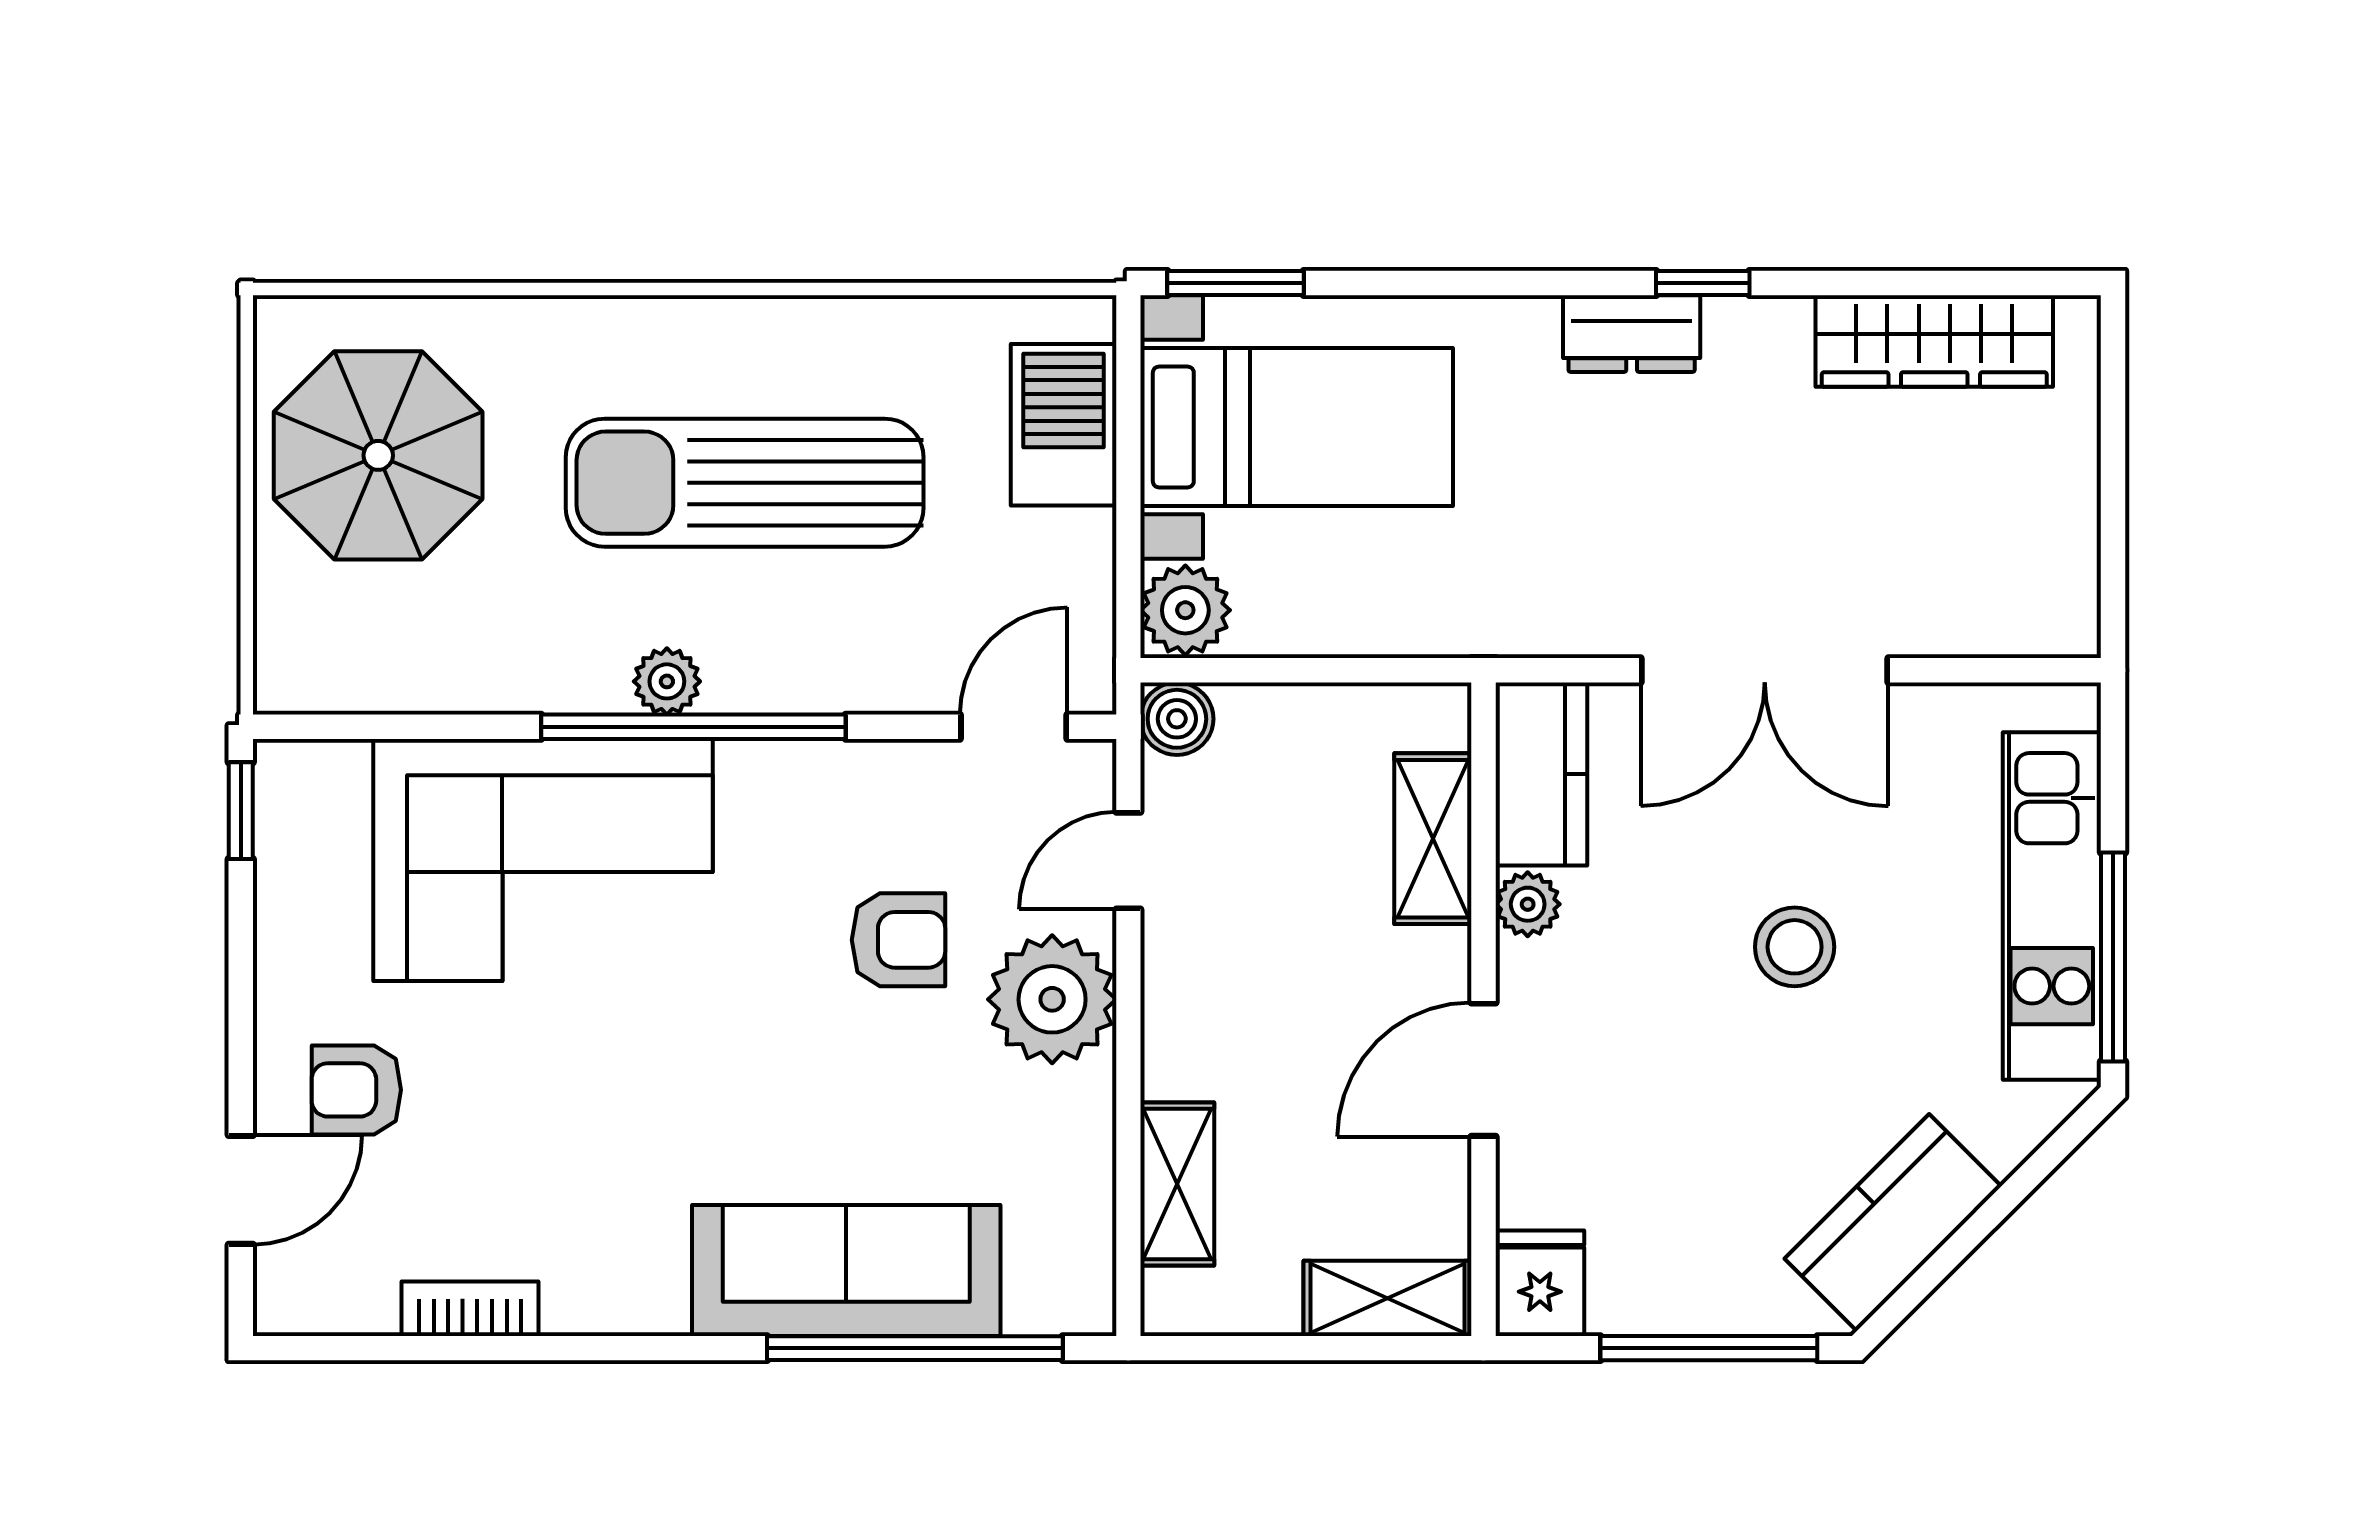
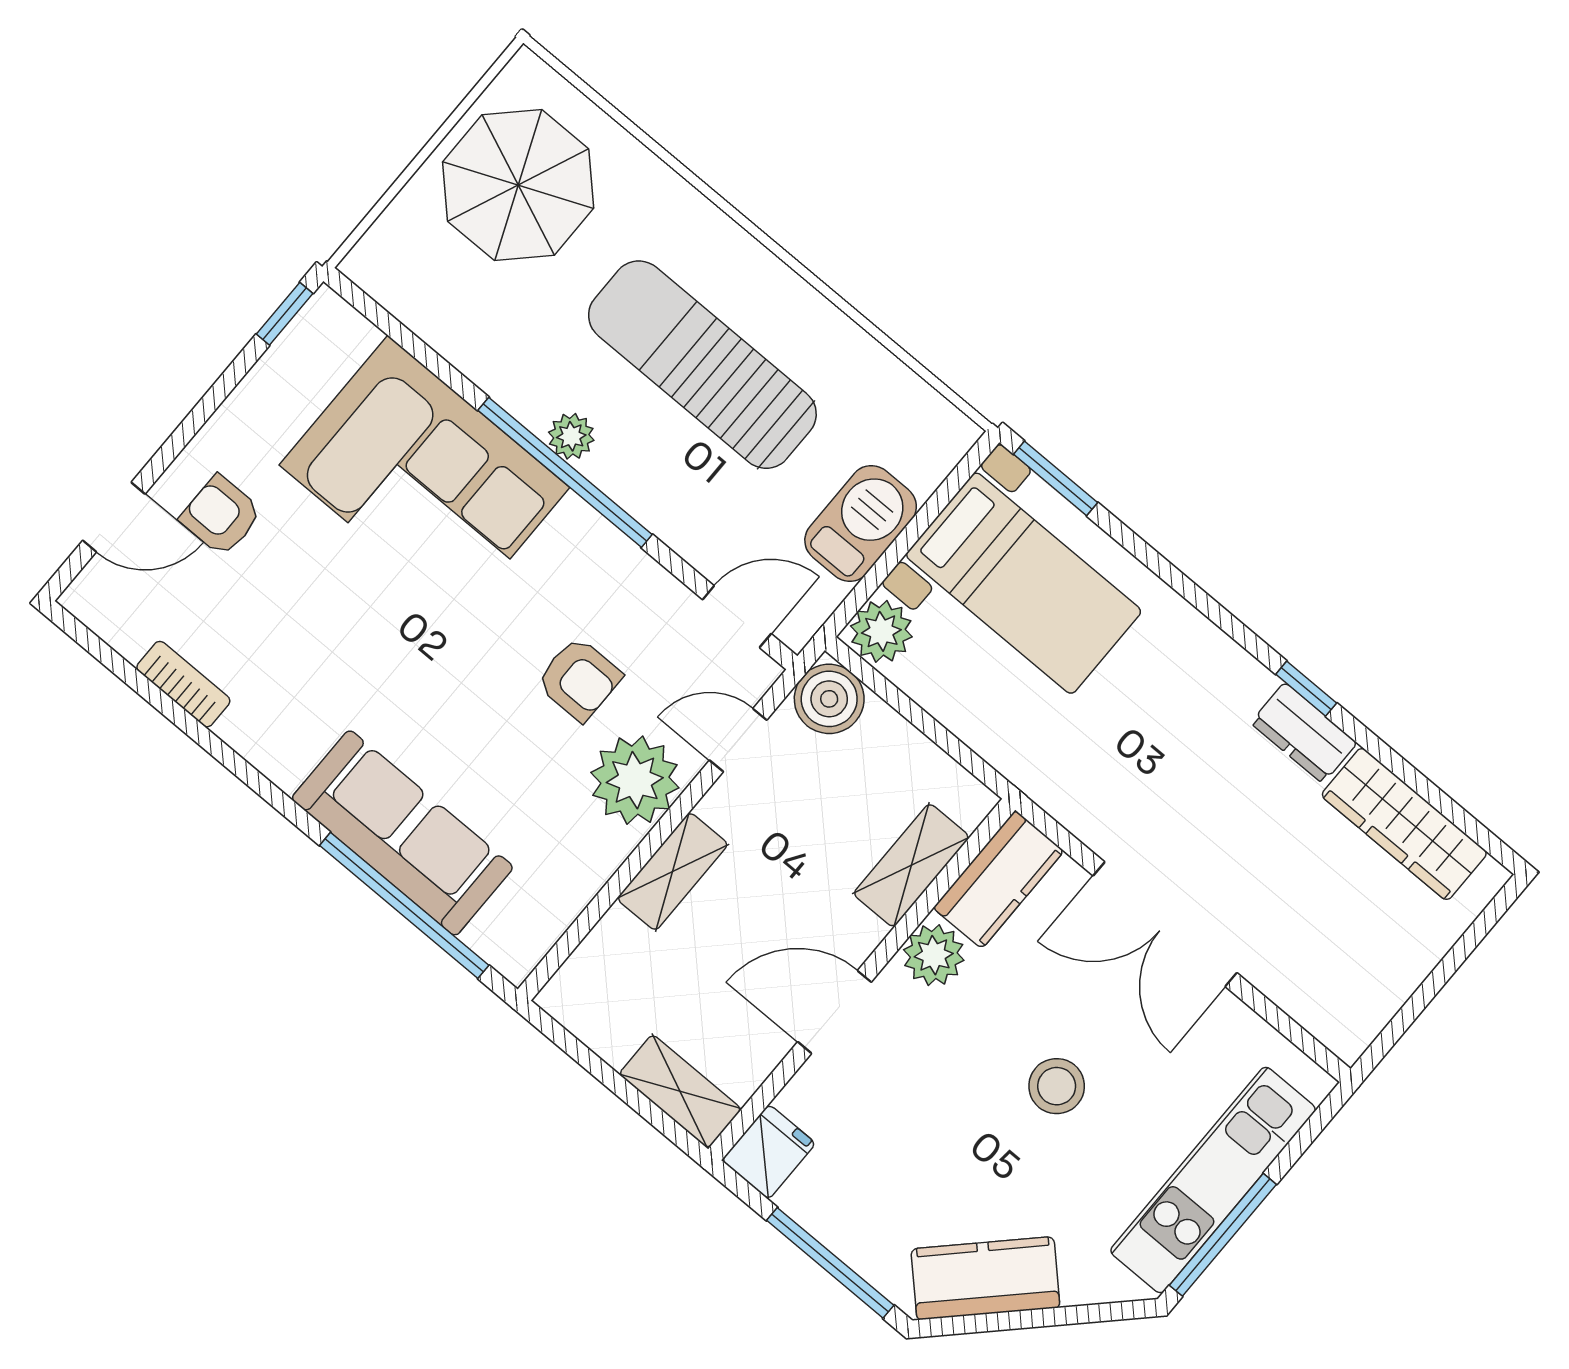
dresser: (1632, 334) -> (1304, 733), moved
barbecue: (1064, 425) -> (861, 524), moved
boiler: (1177, 719) -> (829, 699), width x1.36, depth x1.36
plant: (1528, 904) -> (934, 955), width x1.38, depth x1.38
shelving: (1177, 1184) -> (673, 871), moved

